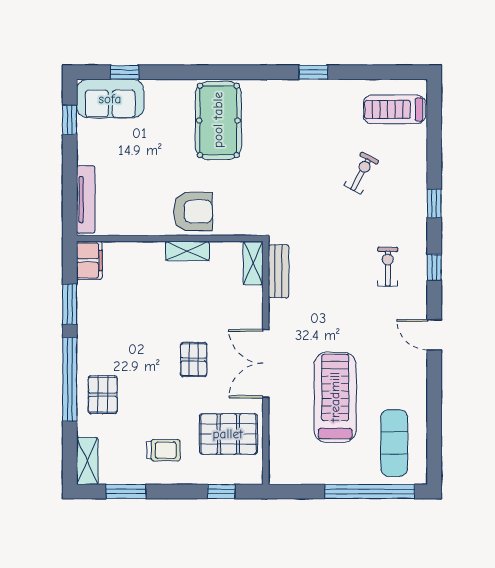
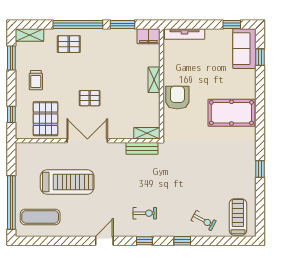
exercise bike: (361, 173) -> (204, 221), moved
armchair: (193, 212) -> (177, 98), turned 180
shelving: (188, 251) -> (154, 80), moved

